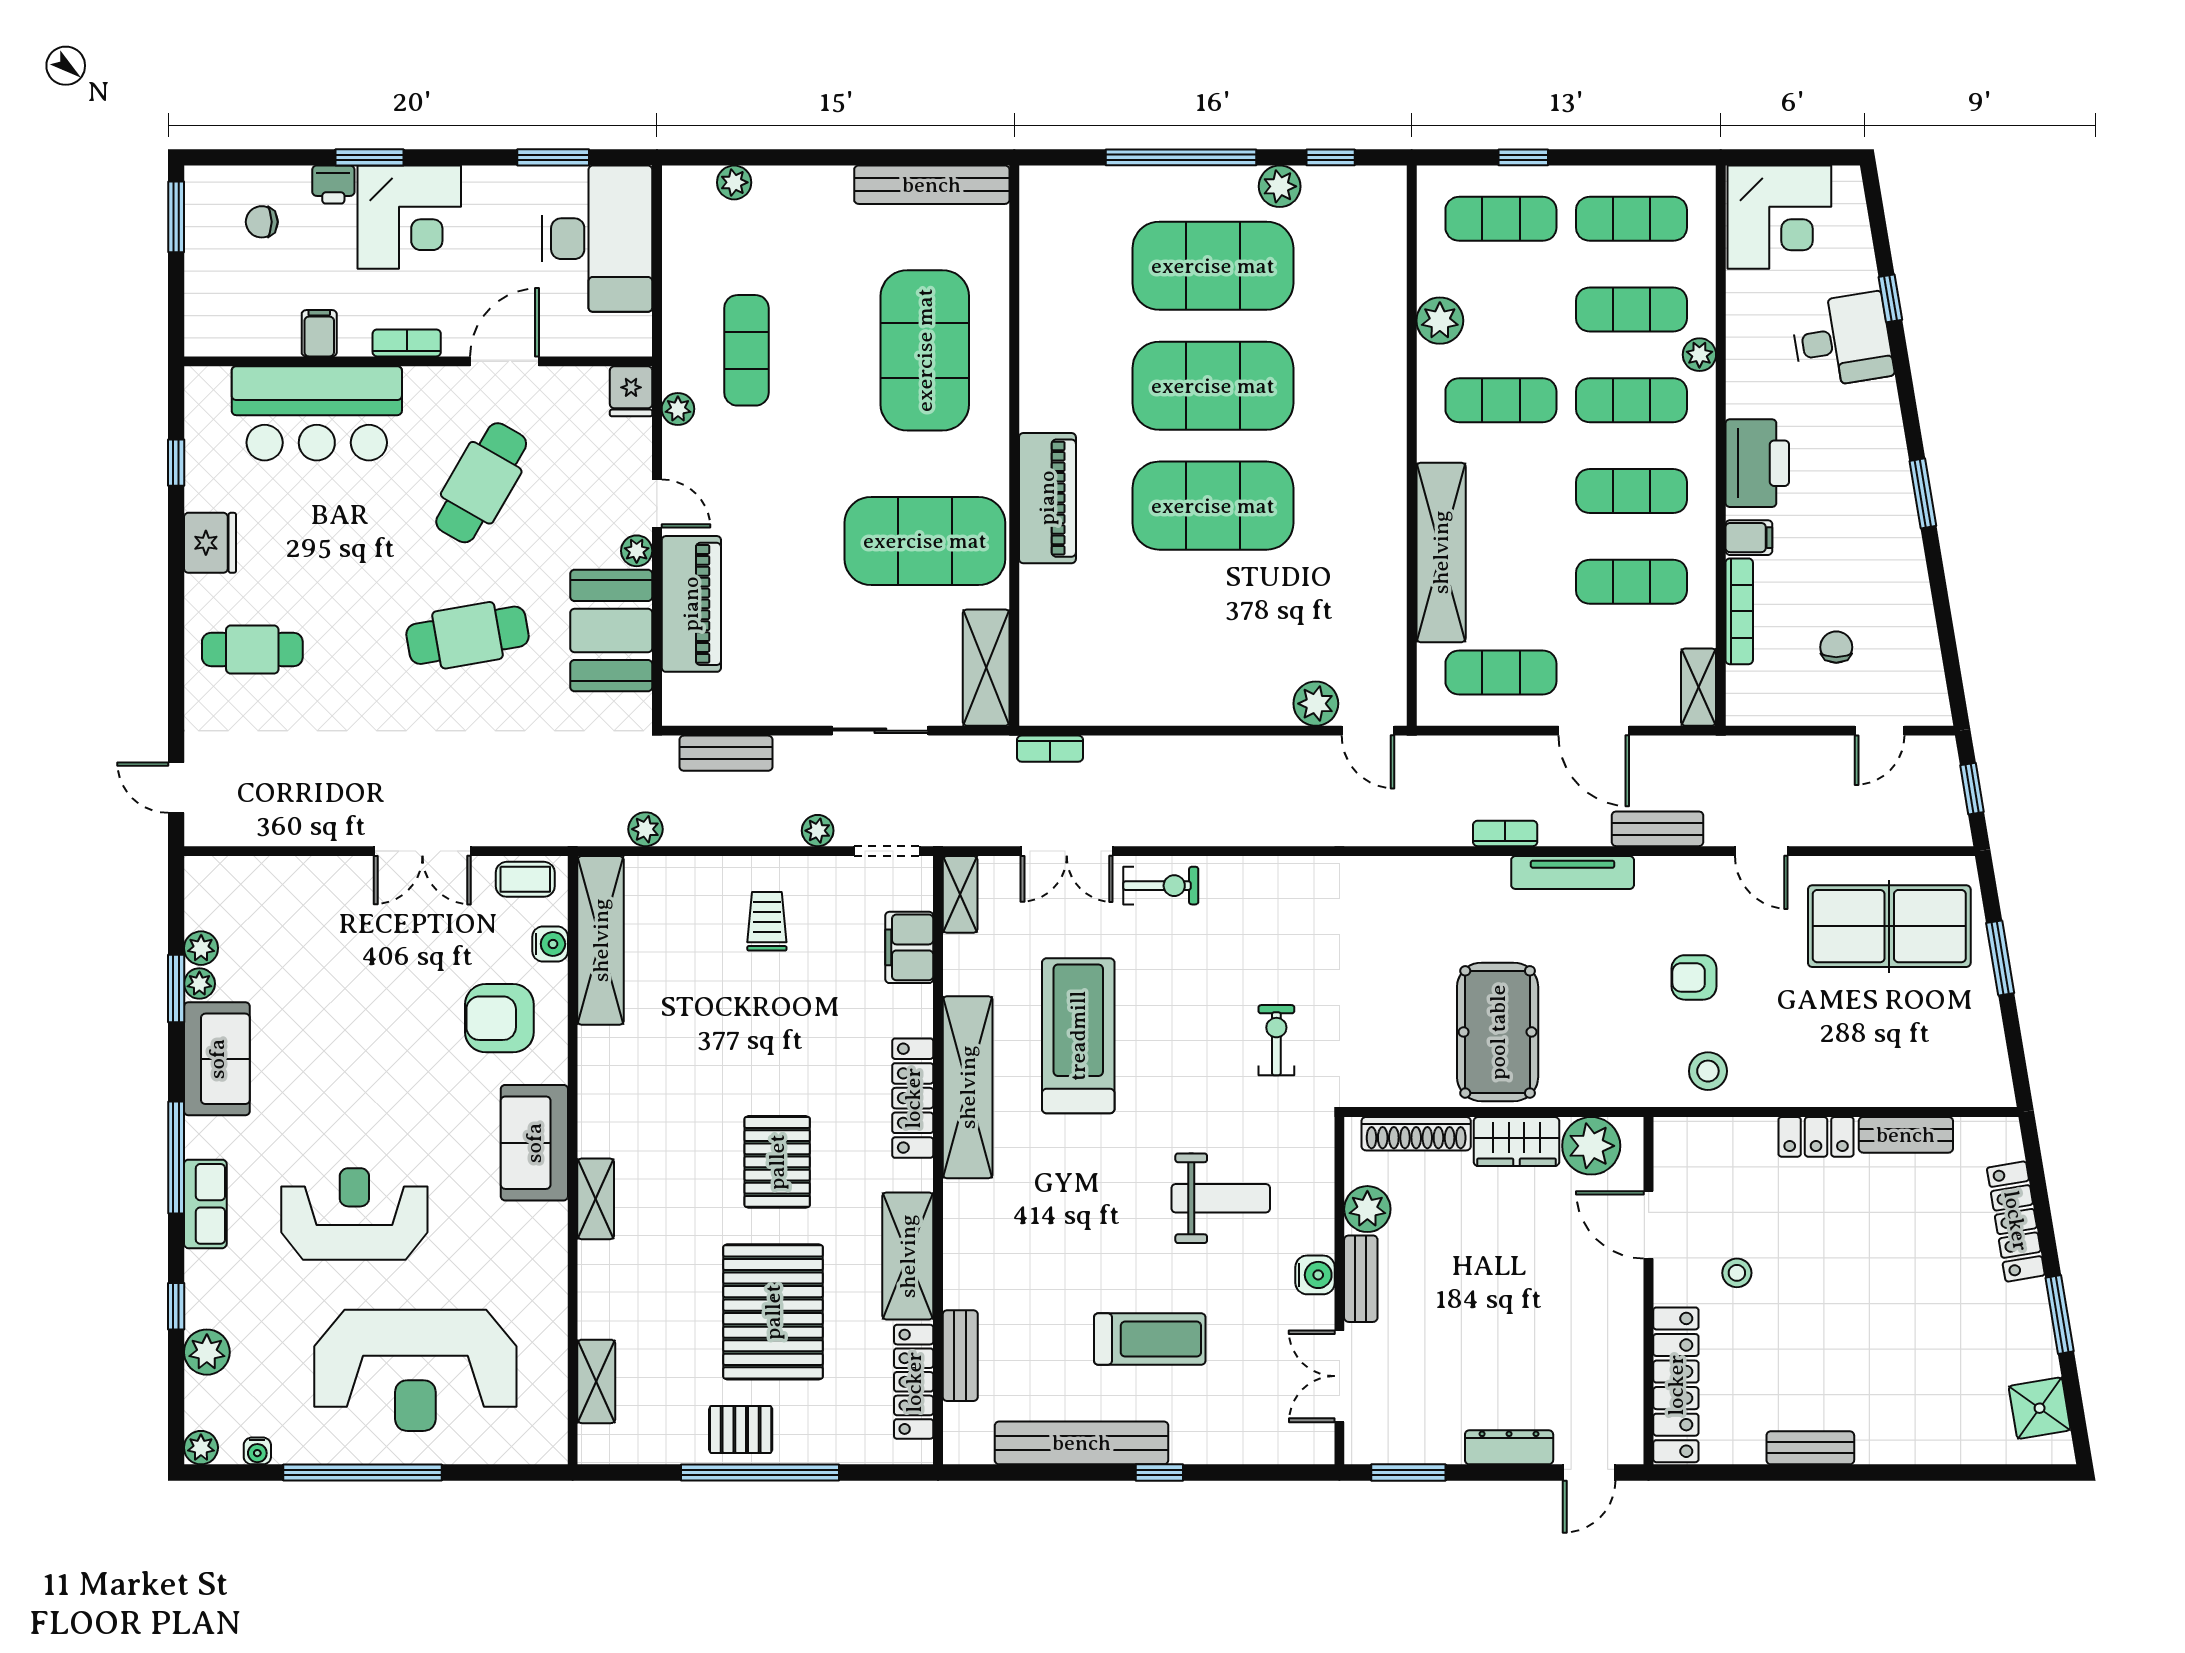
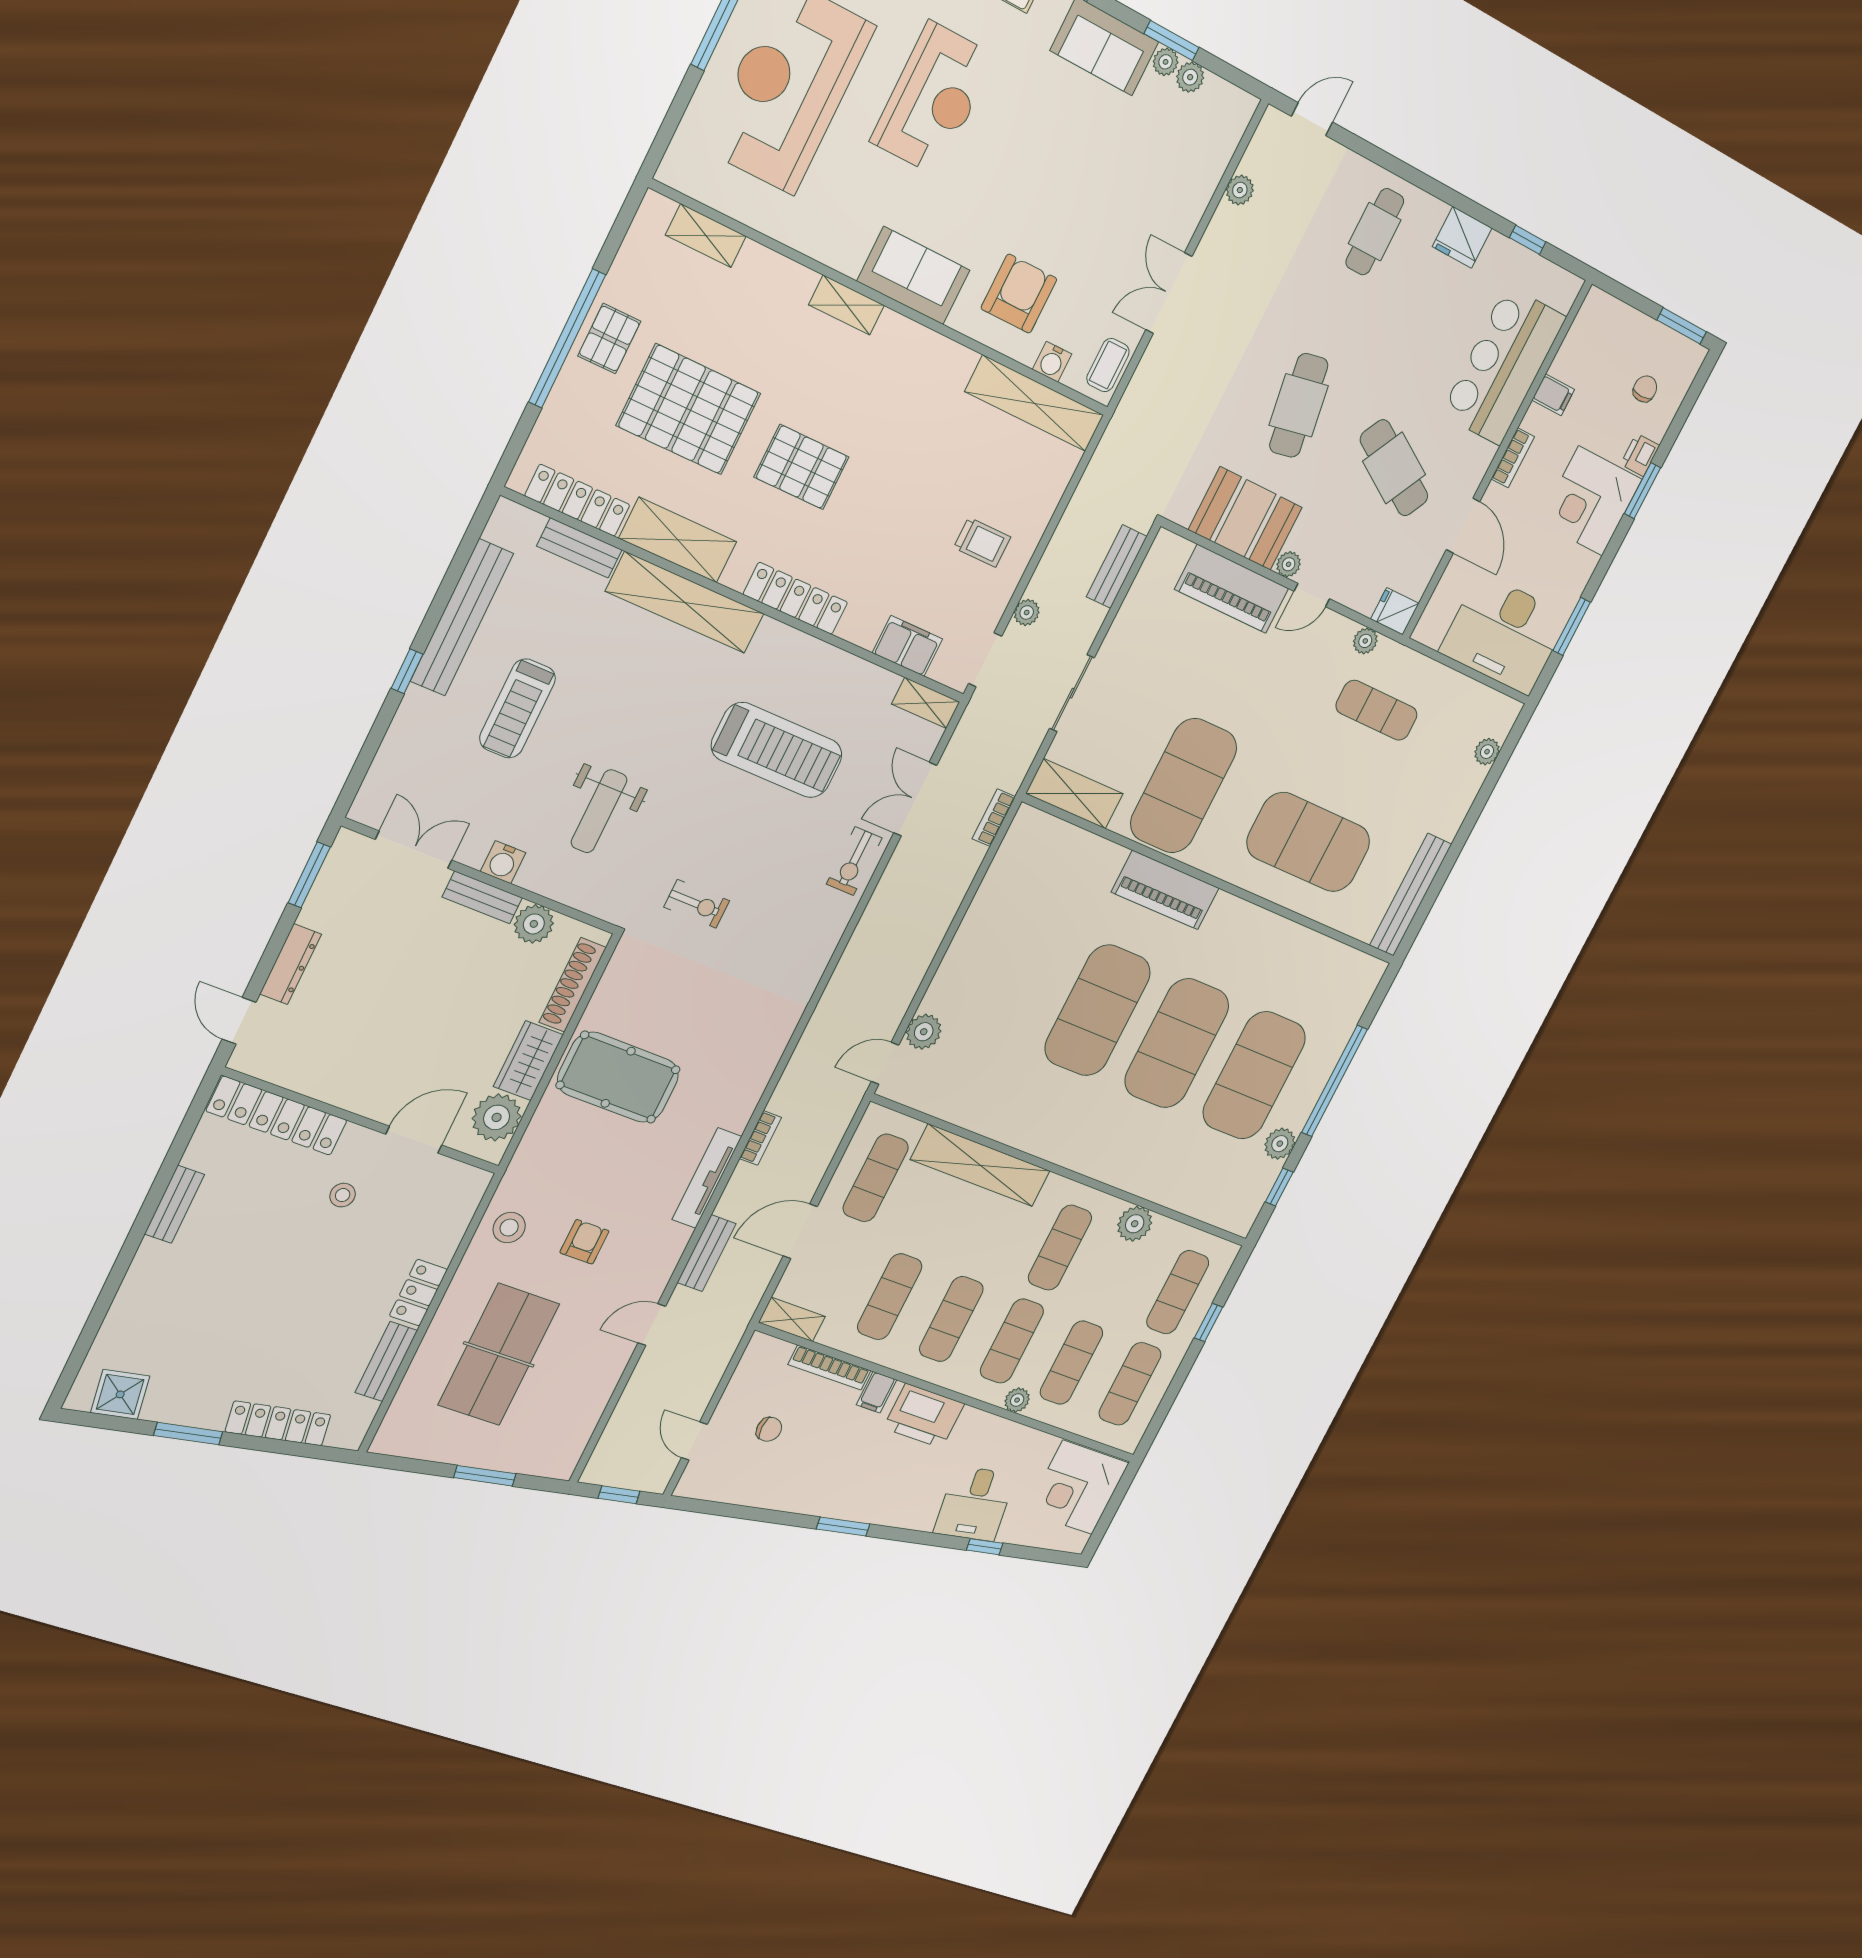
plant: (645, 829) -> (1240, 190), moved
table tennis table: (1889, 926) -> (499, 1354), moved
shelving: (968, 1087) -> (685, 603), moved

